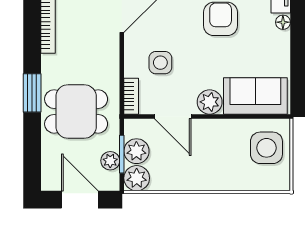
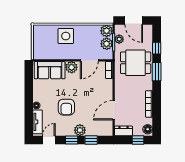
side table: (160, 63) -> (95, 86), removed
door: (173, 116) -> (89, 60), swing flipped
window: (32, 142) -> (157, 48), added
side table: (266, 148) -> (66, 36), moved

